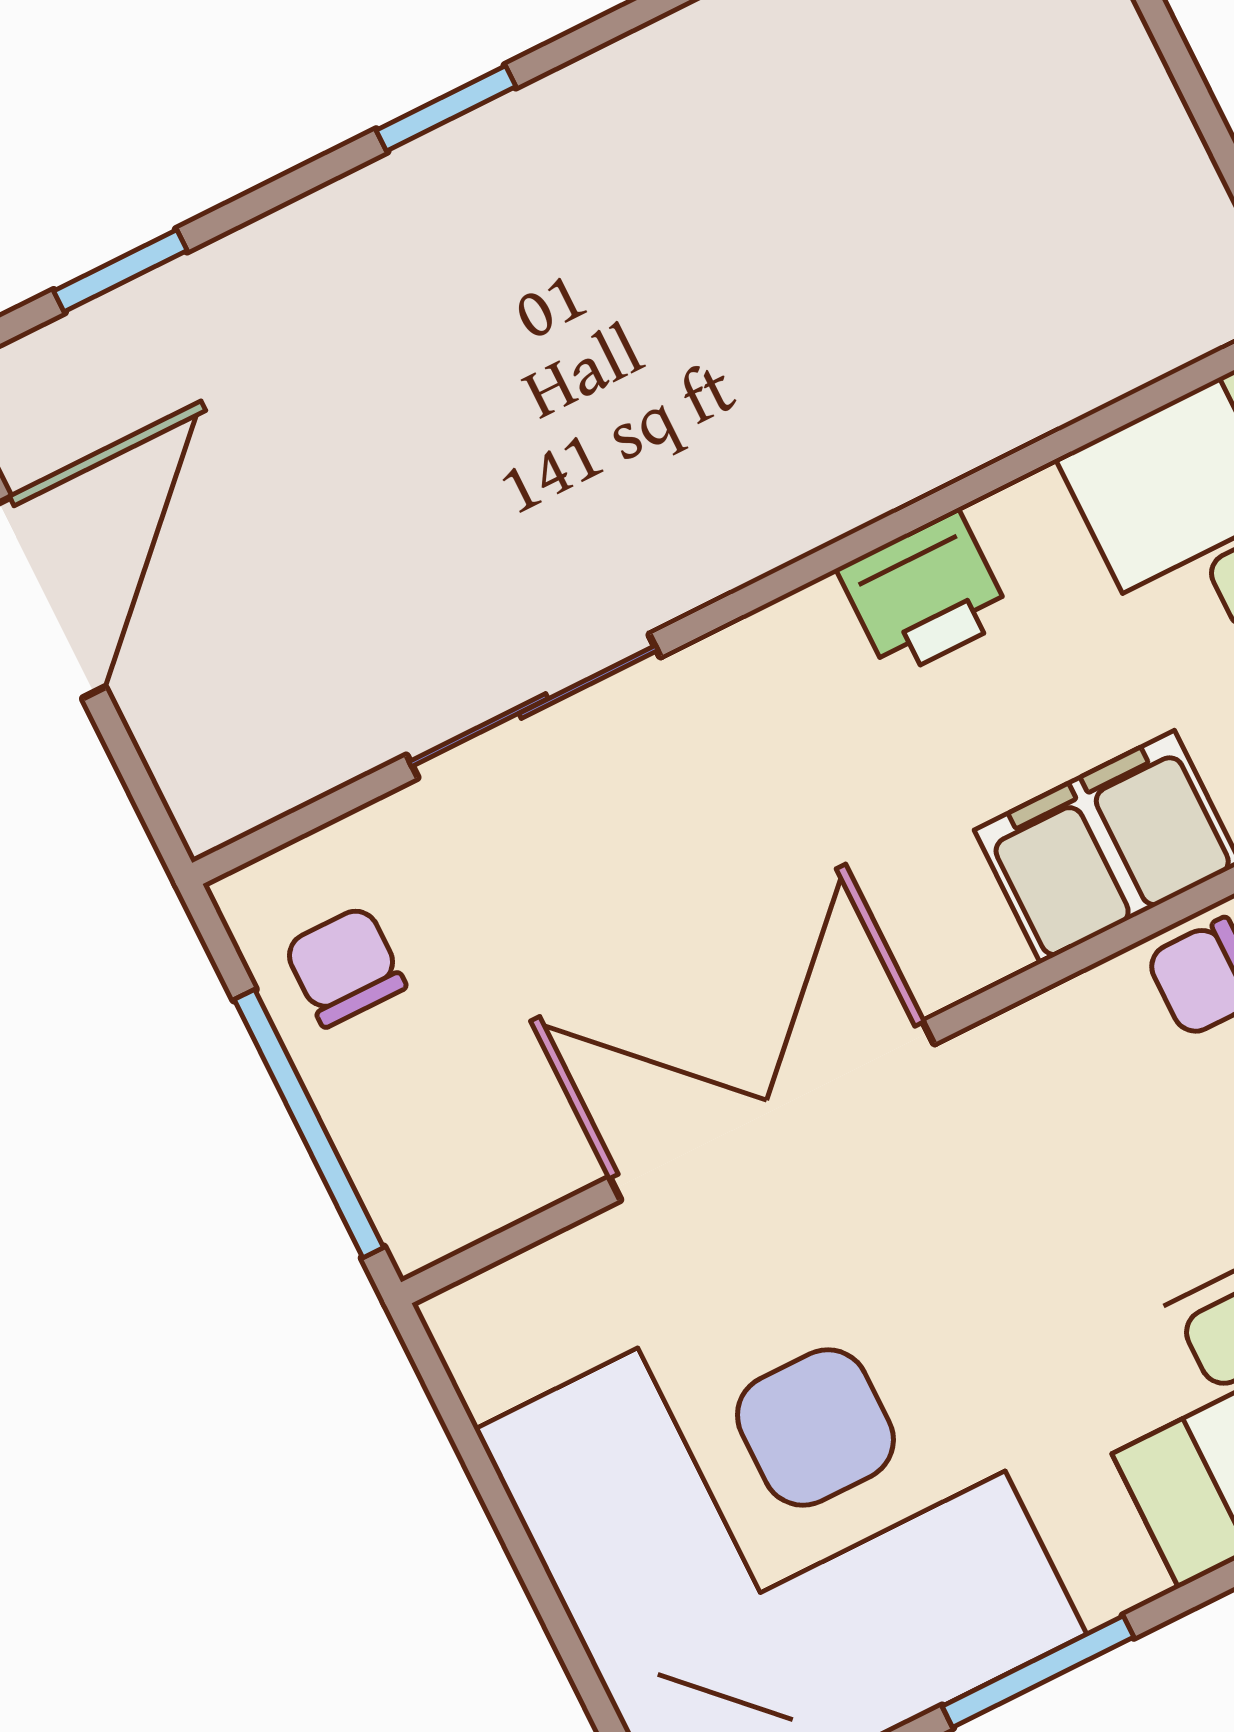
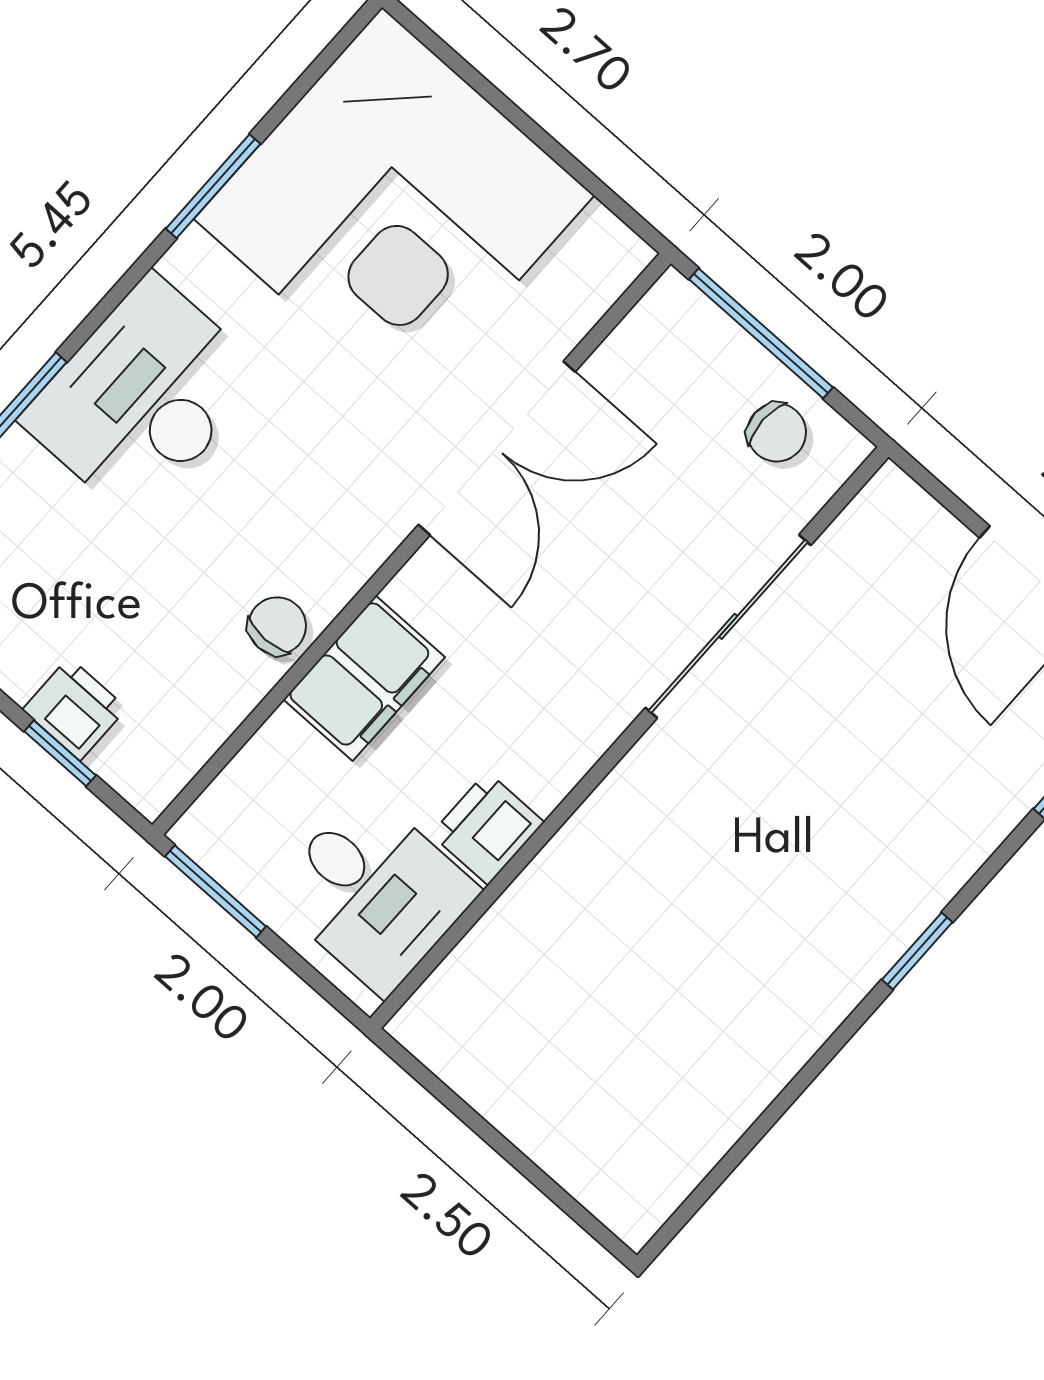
printer: (924, 594) -> (487, 828), moved
sliding door: (533, 706) -> (728, 626), width x1.37

